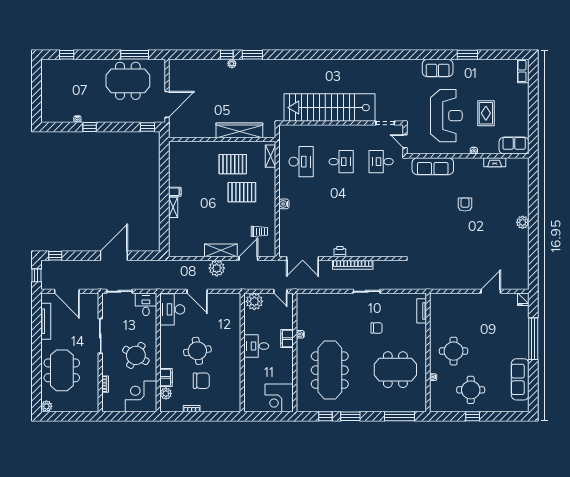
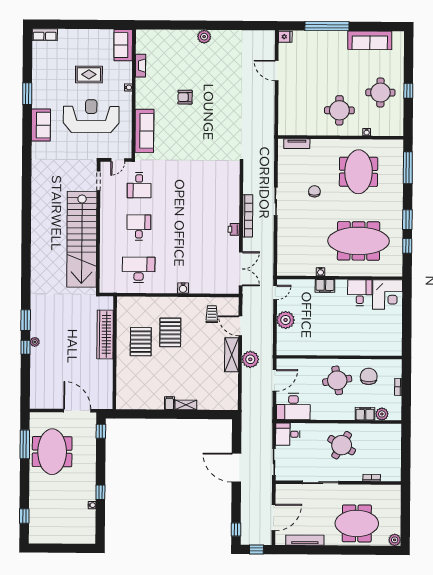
shelving: (271, 156) -> (133, 302), removed
desk: (256, 346) -> (360, 293), moved, turned 180
wall: (242, 352) -> (339, 357), moved
corner desk: (141, 396) -> (385, 440), removed

